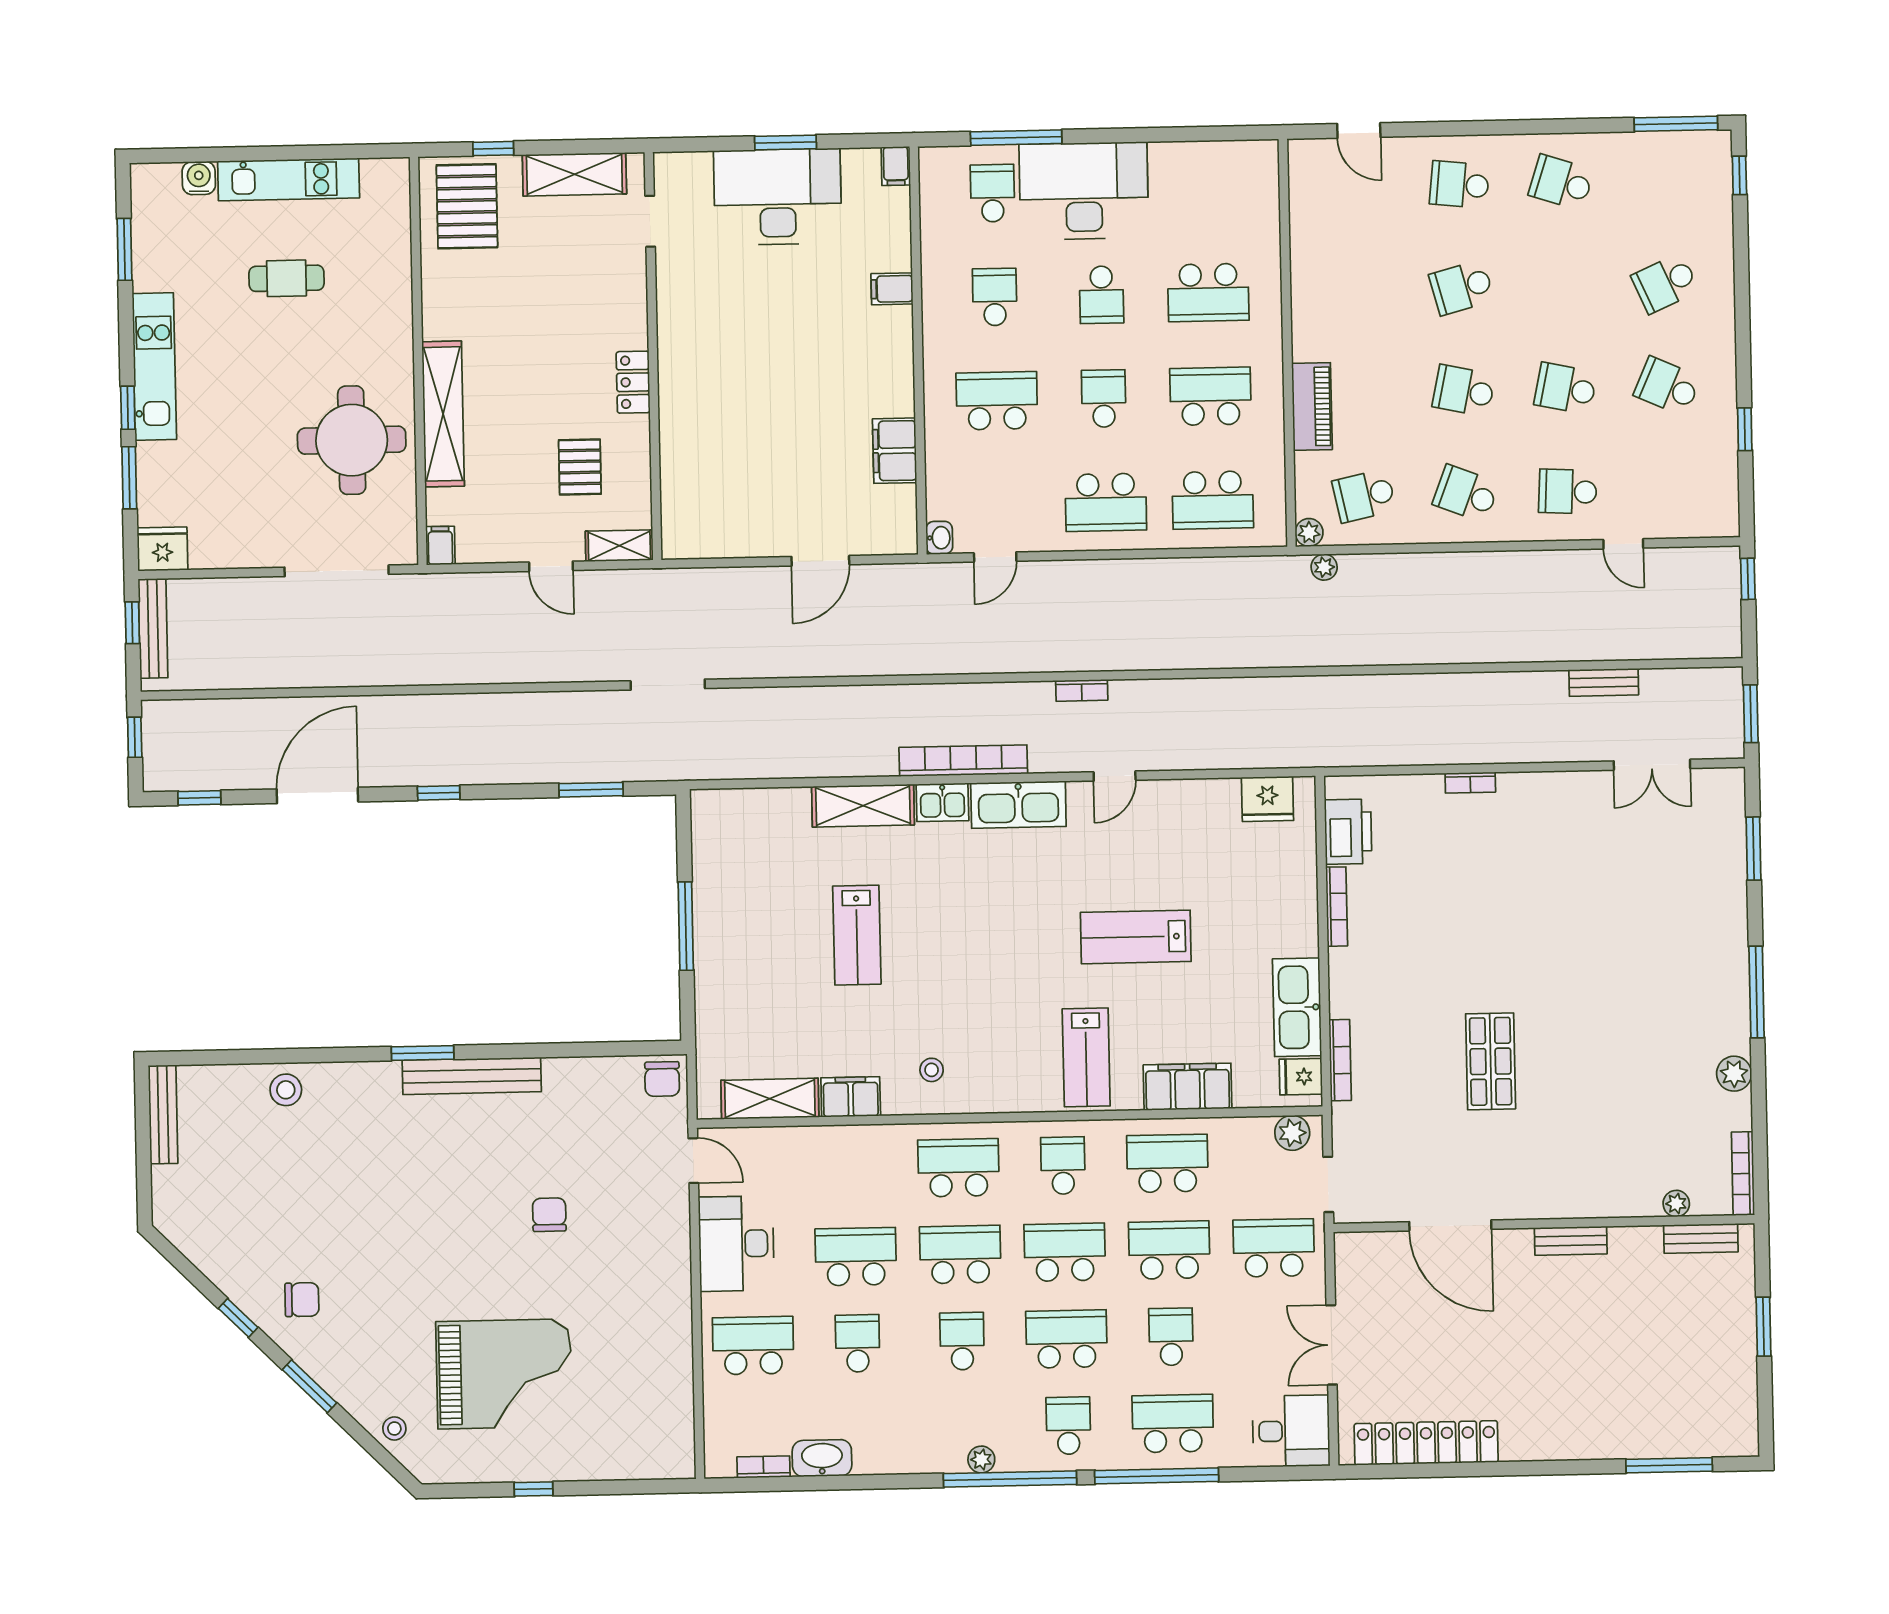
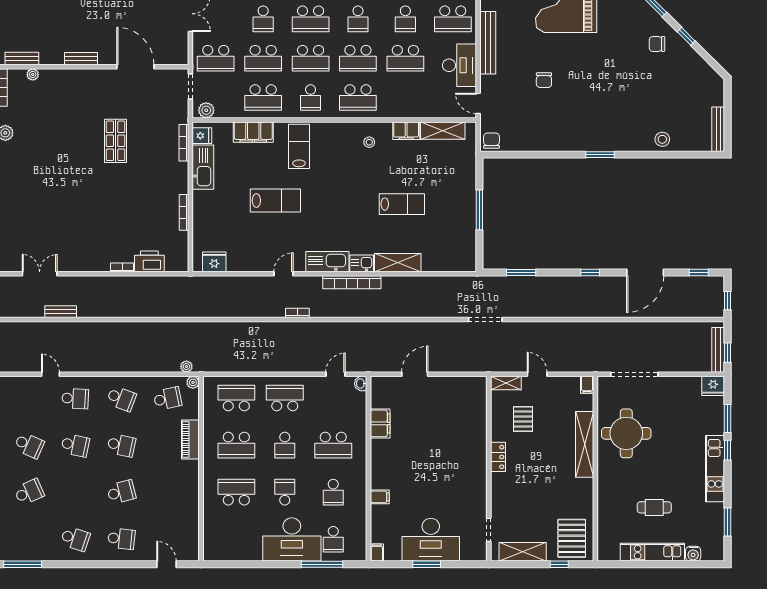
printer: (1348, 832) -> (149, 261), moved, turned 90
lab bench: (857, 935) -> (402, 204), turned 90
bench: (472, 1076) -> (488, 43), moved, turned 90

